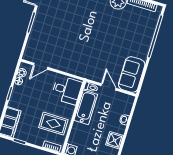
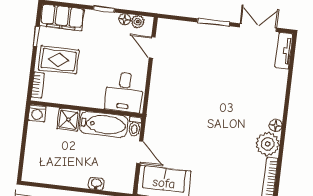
door: (108, 87) -> (140, 152), hinge flipped
rug: (53, 124) -> (59, 60), moved, turned 90
shower: (115, 140) -> (68, 120), moved

